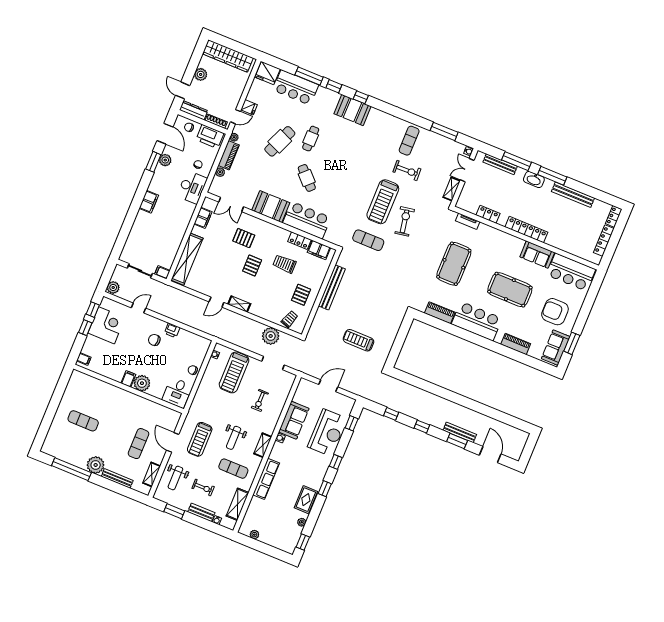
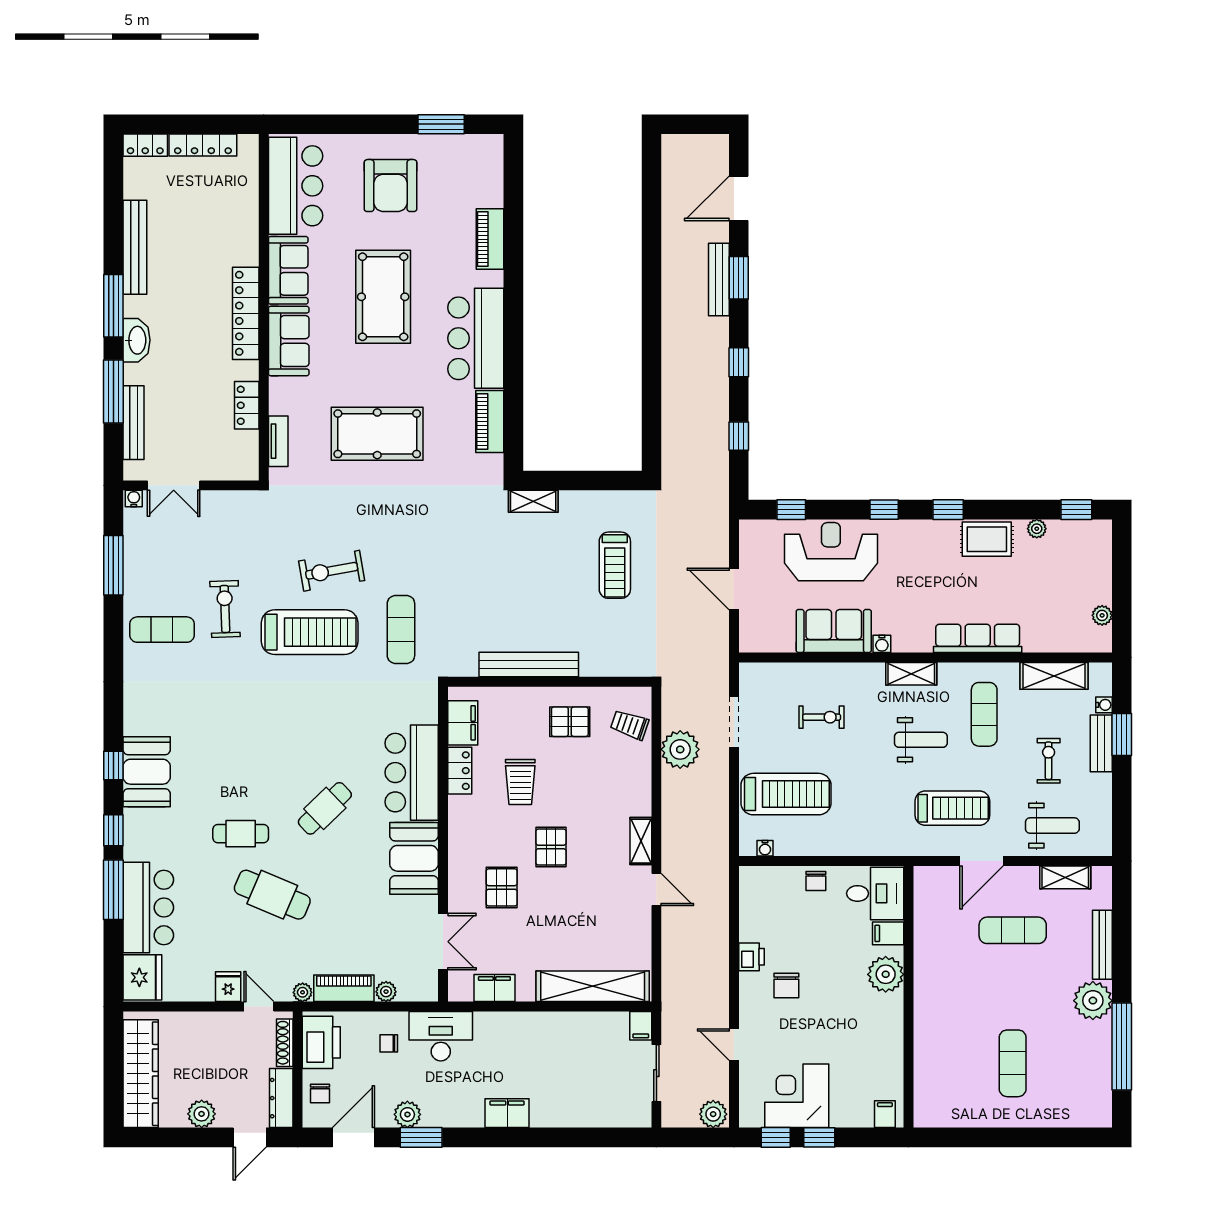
shelving: (452, 189) -> (533, 501), moved
pallet: (252, 266) -> (551, 847), turned 90
sofa: (556, 348) -> (289, 341), moved, turned -90
filing cabinet: (128, 379) -> (888, 933), moved
window: (174, 511) -> (1122, 735), moved

